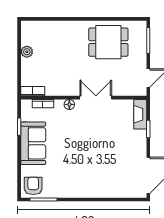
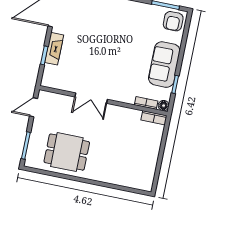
plant: (27, 52) -> (152, 159), removed
floor lamp: (69, 104) -> (164, 106), moved
fireplace: (140, 114) -> (54, 49), moved

